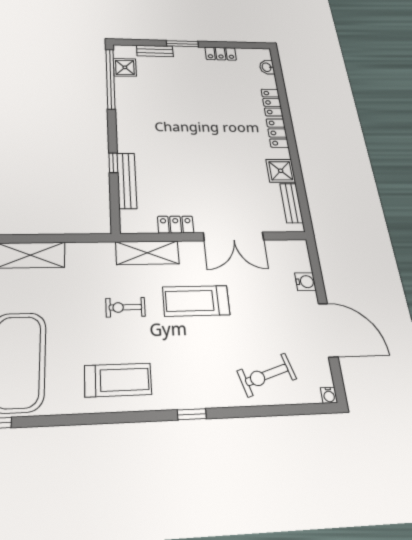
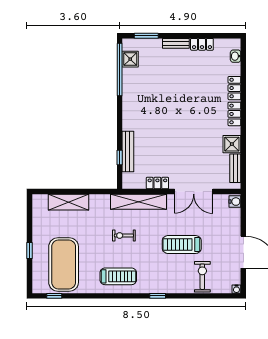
window: (182, 44) -> (146, 36), moved
bench: (155, 51) -> (176, 43), moved
window: (113, 163) -> (120, 158), moved
shelving: (147, 253) -> (139, 202), width x1.47
water cooler: (305, 282) -> (235, 202), moved
treadmill: (196, 301) -> (182, 245), moved
exercise bike: (267, 375) -> (202, 277), turned 107

